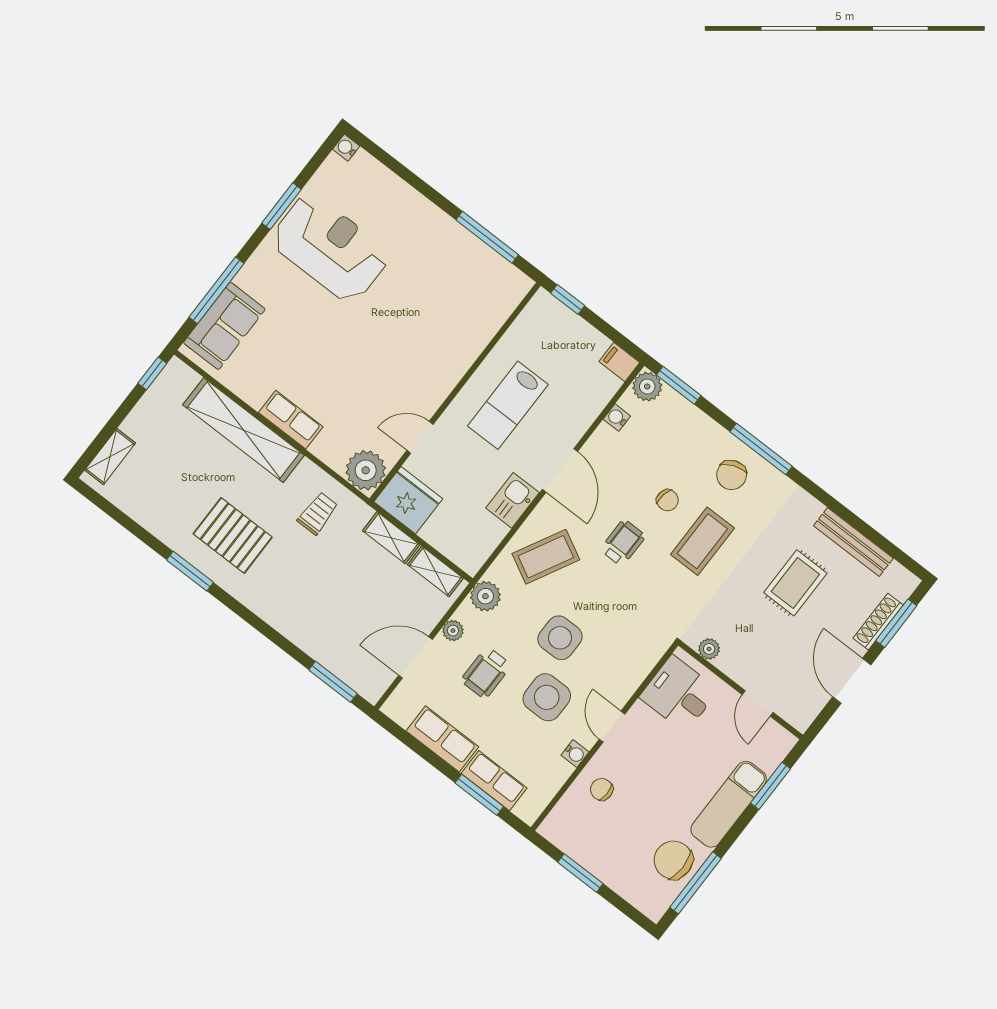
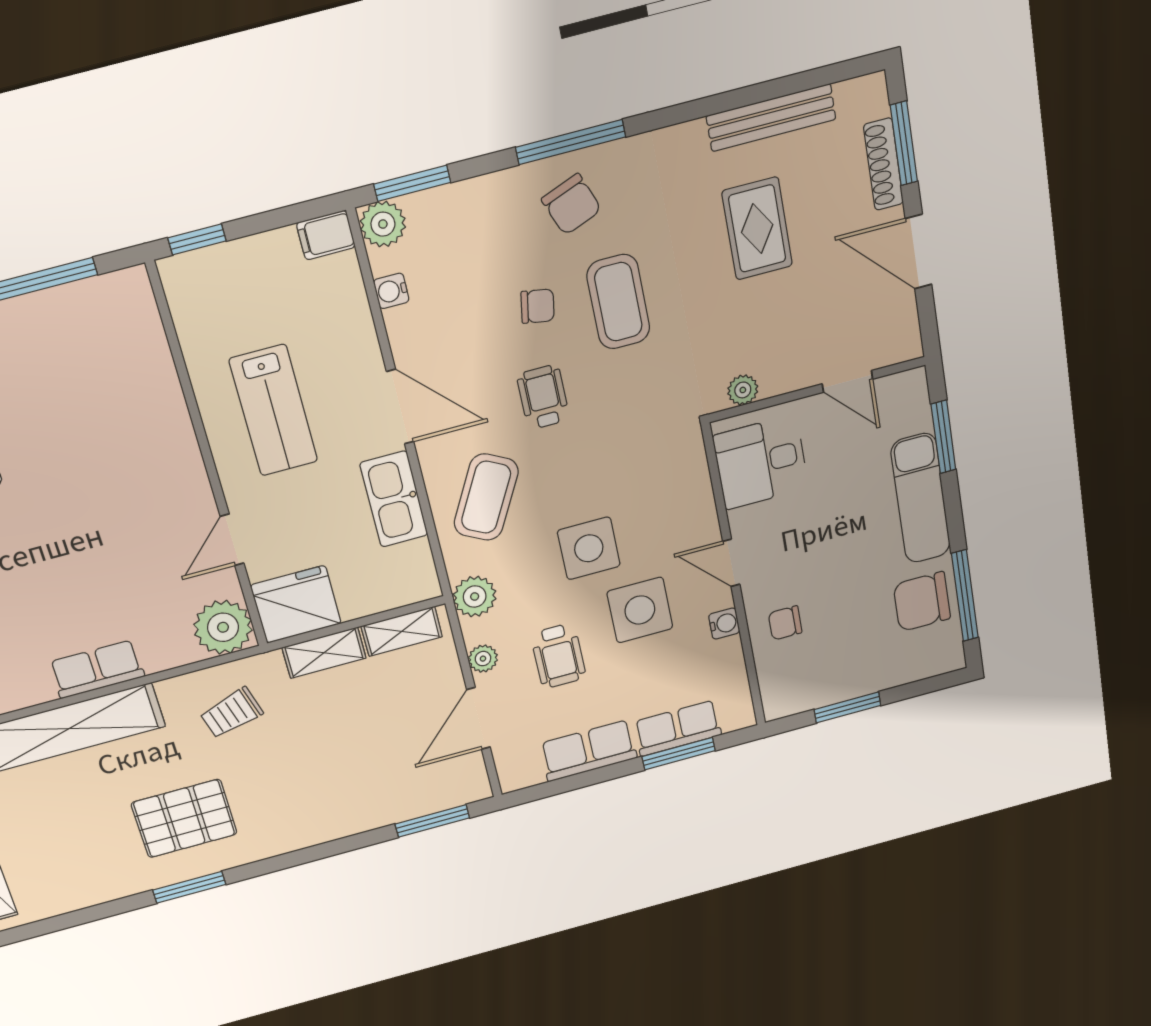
kitchen sink: (513, 500) -> (394, 499), width x1.38
trolley: (318, 513) -> (232, 713), turned -106

